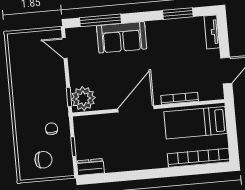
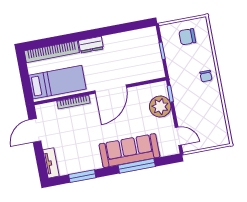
window: (101, 20) -> (137, 166), moved
sofa: (122, 37) -> (129, 151), width x1.36
plant: (83, 99) -> (160, 107), moved
chair: (52, 129) -> (206, 76), moved
dresser: (90, 167) -> (91, 45), moved

